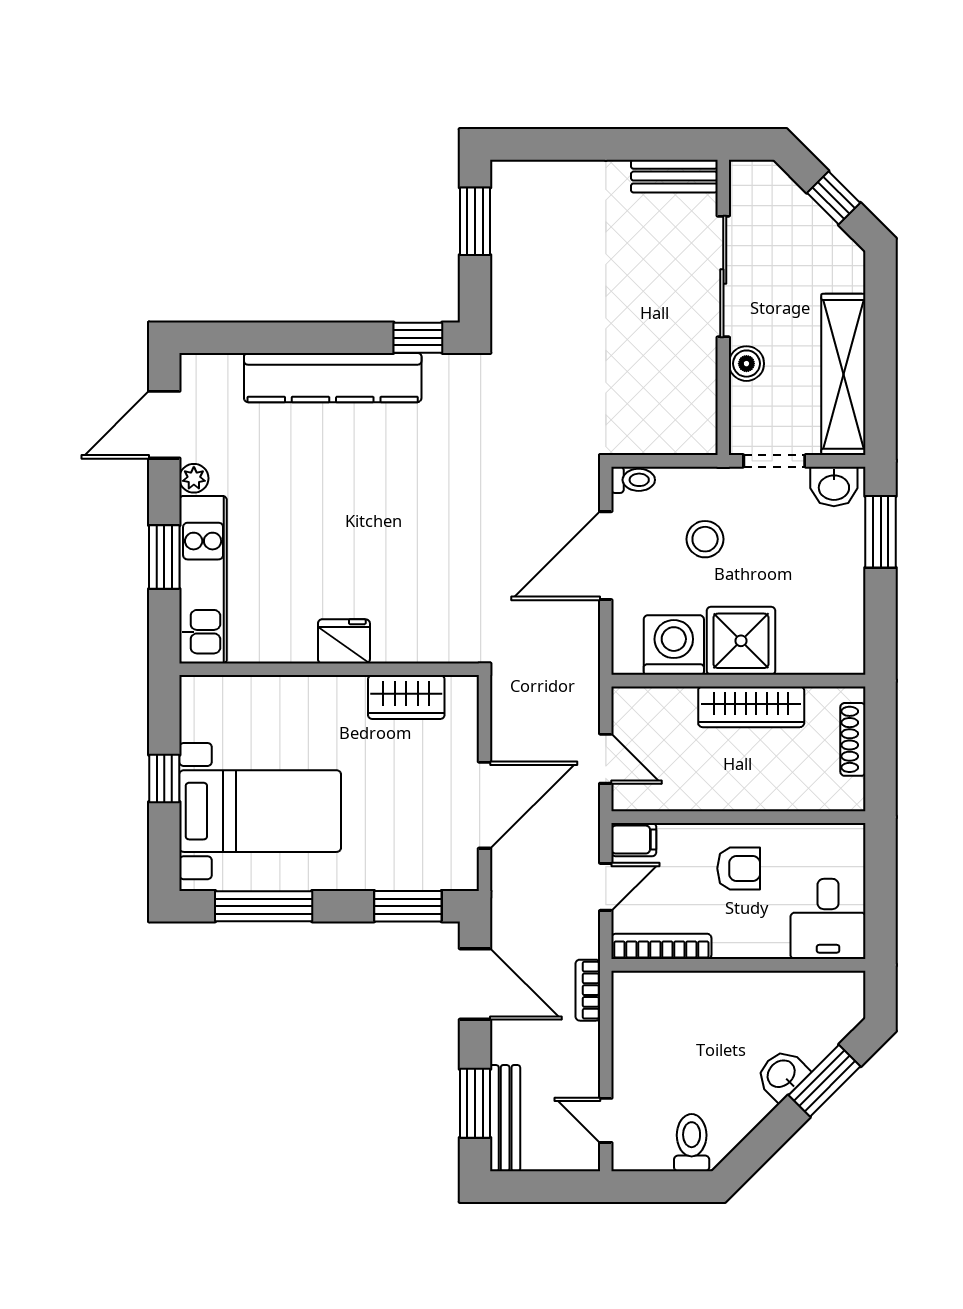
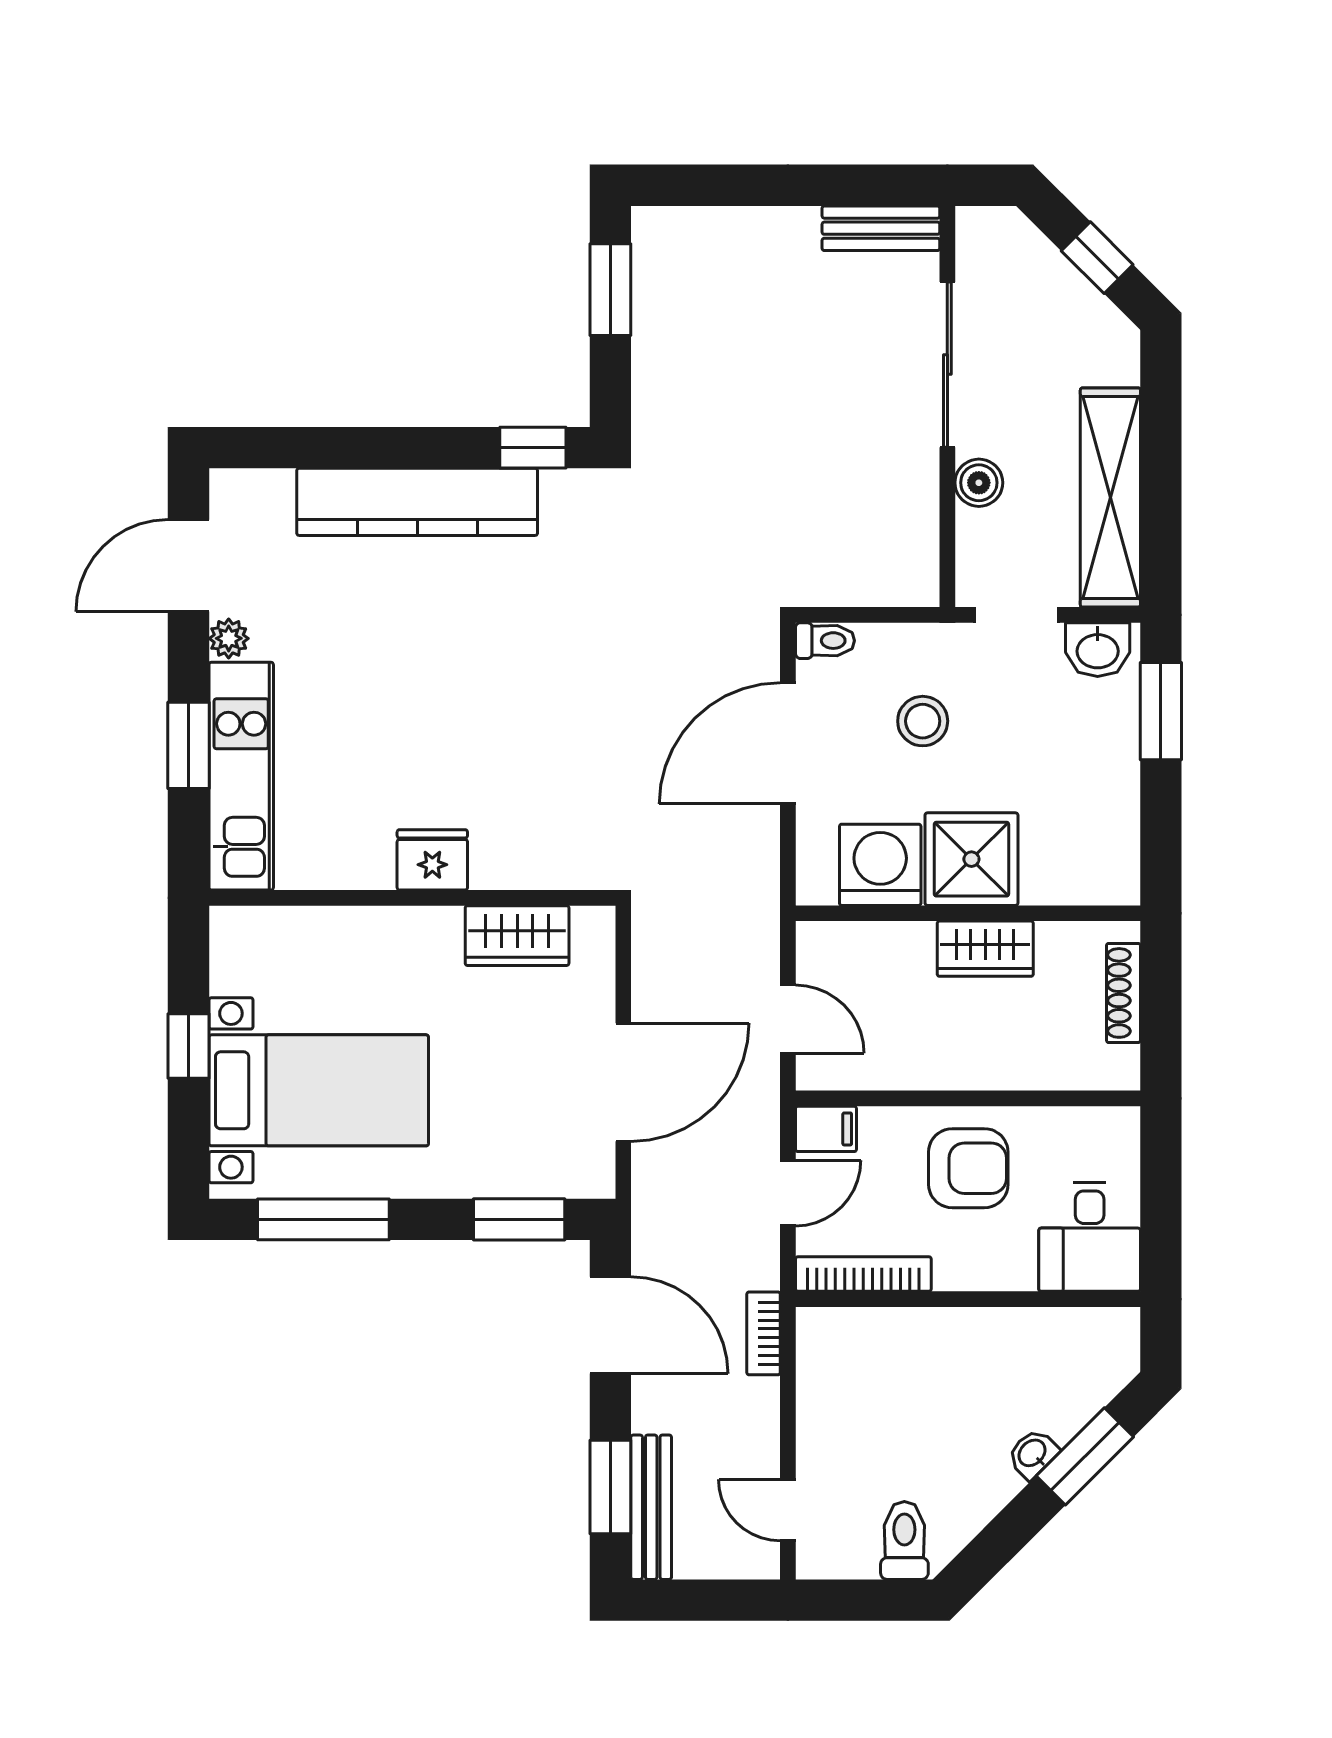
wardrobe: (751, 707) -> (985, 949), width x0.67
armchair: (739, 868) -> (968, 1168), width x1.38, depth x1.38
washbasin: (782, 1075) -> (1033, 1454), width x0.72, depth x0.69

